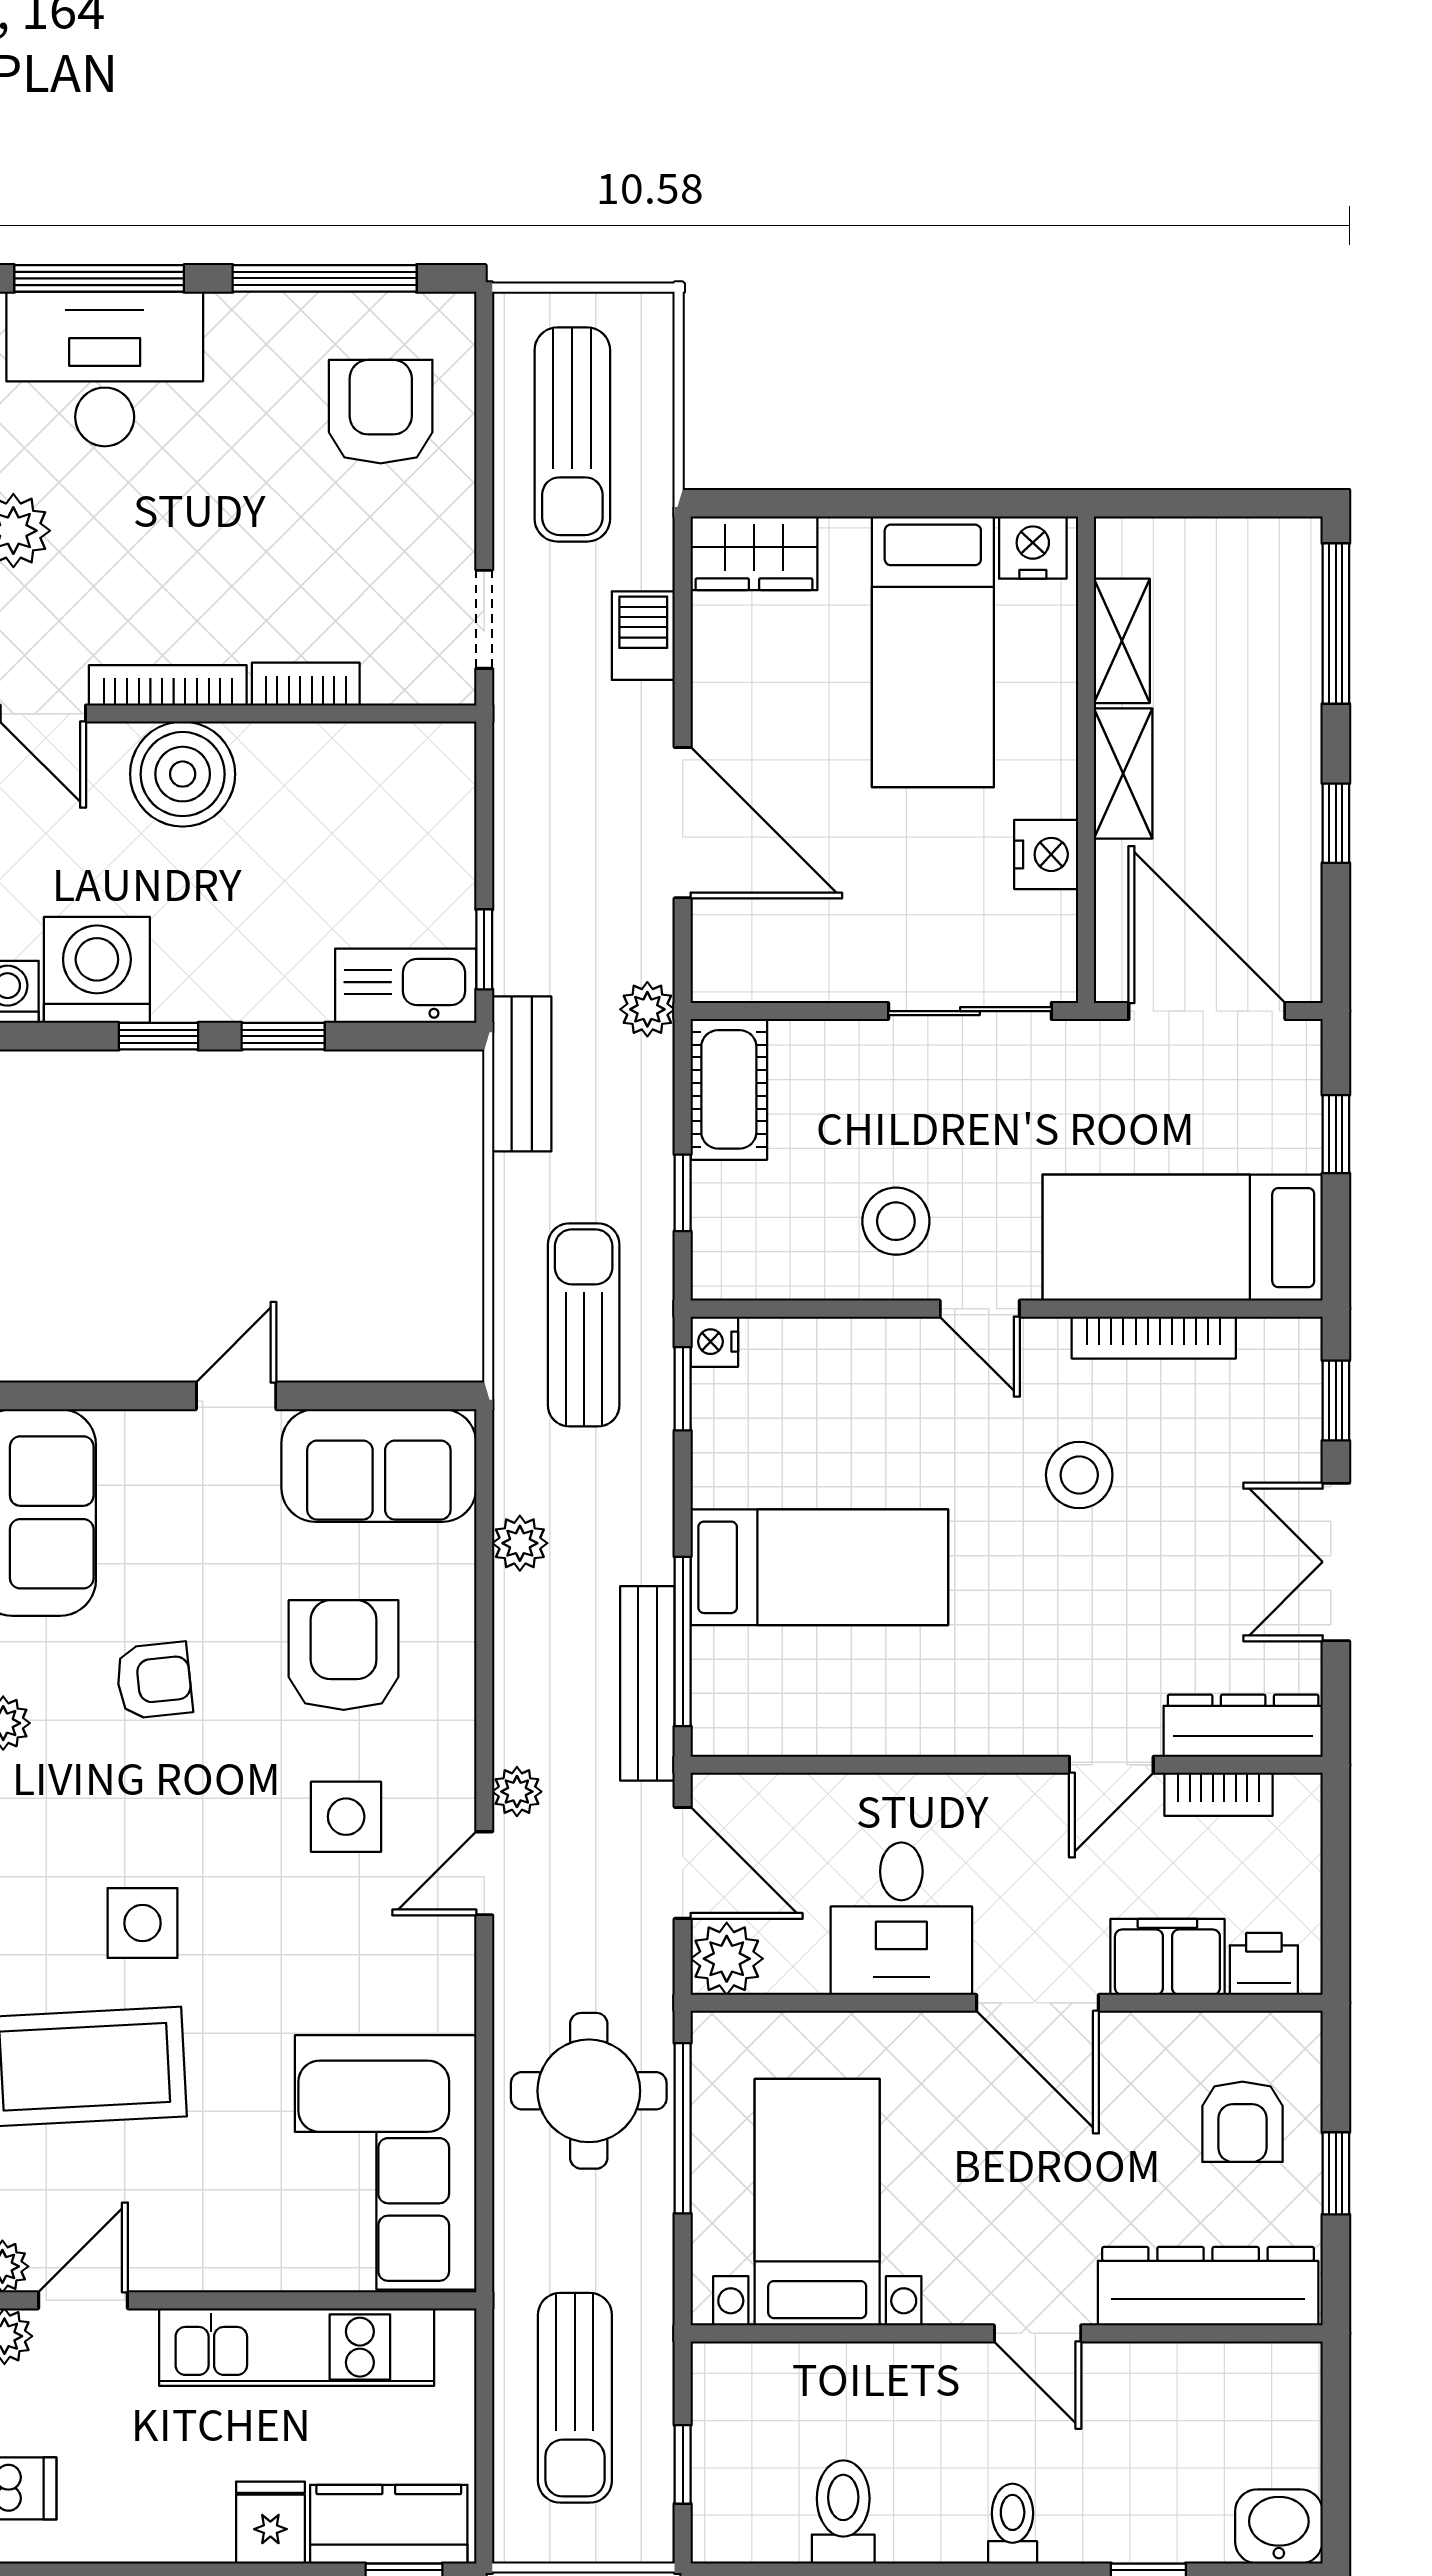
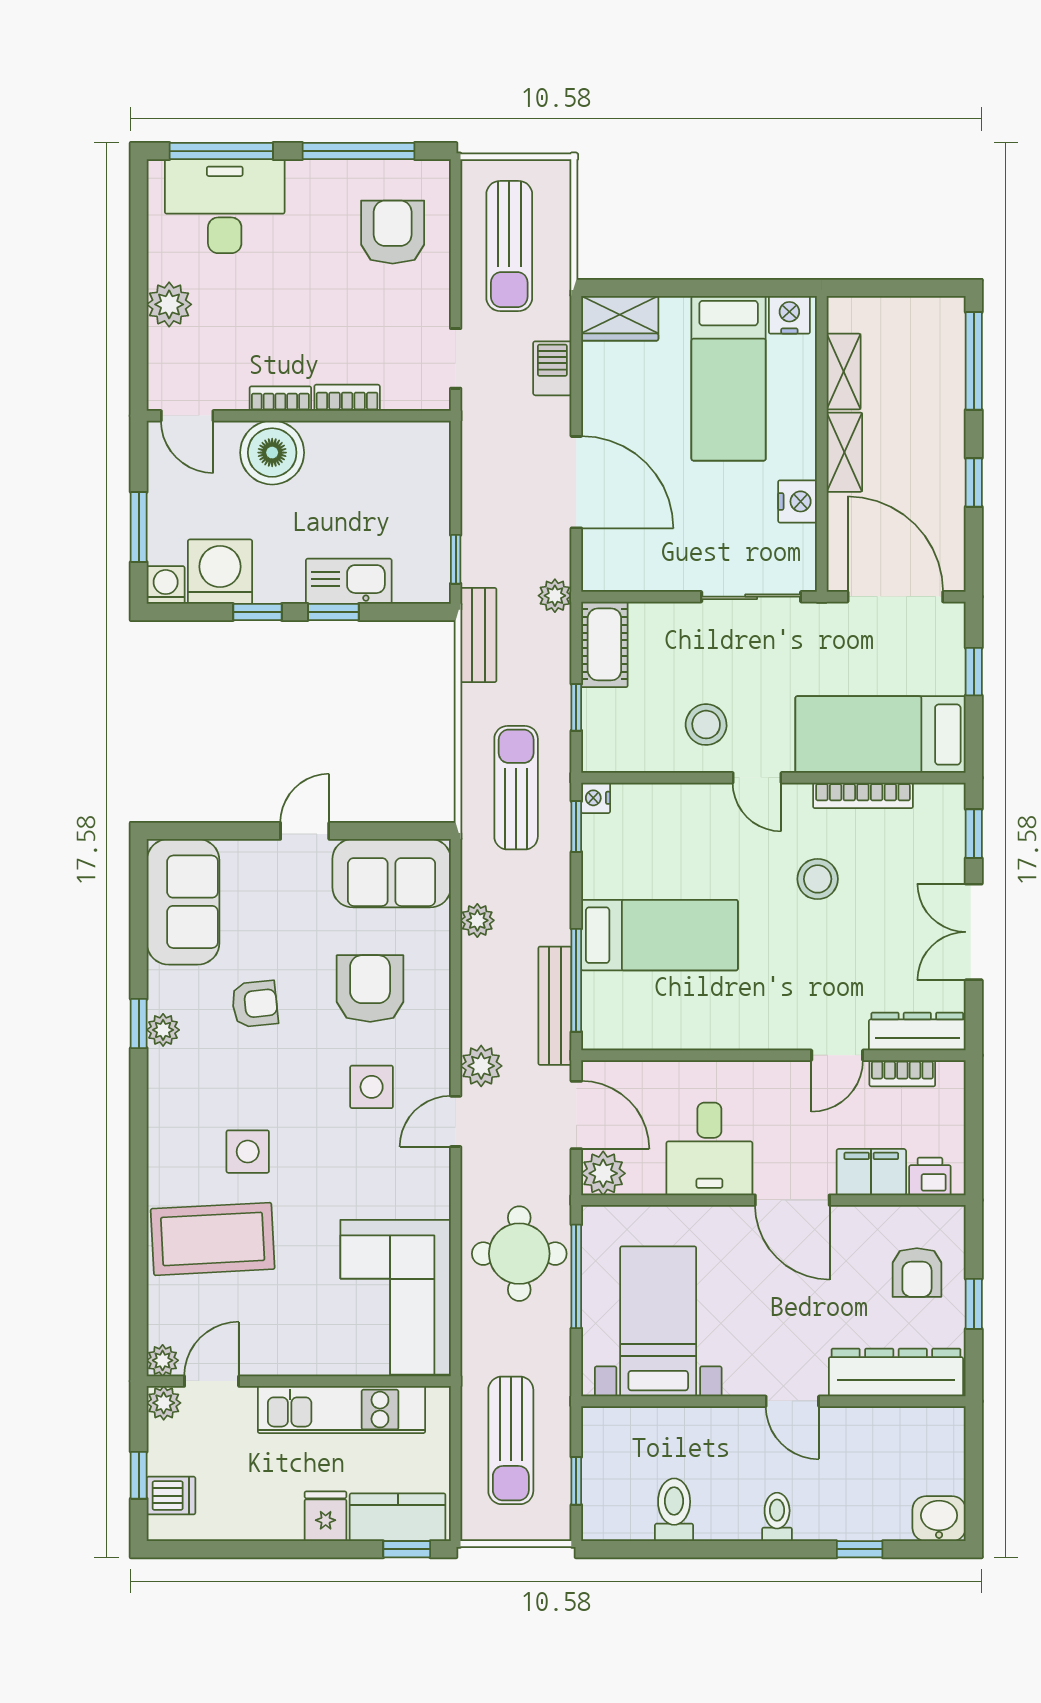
bookcase: (168, 685) -> (280, 399), width x0.64
kitchen sink: (406, 986) -> (349, 581), moved
plant: (517, 1792) -> (481, 1066), width x1.38, depth x1.38

